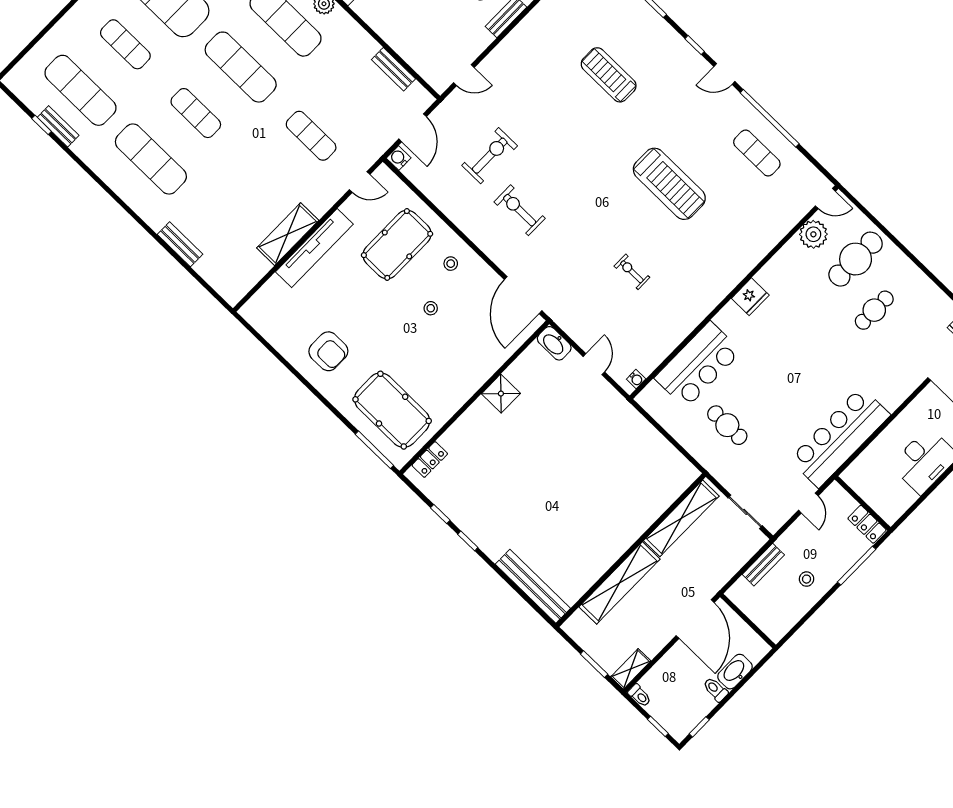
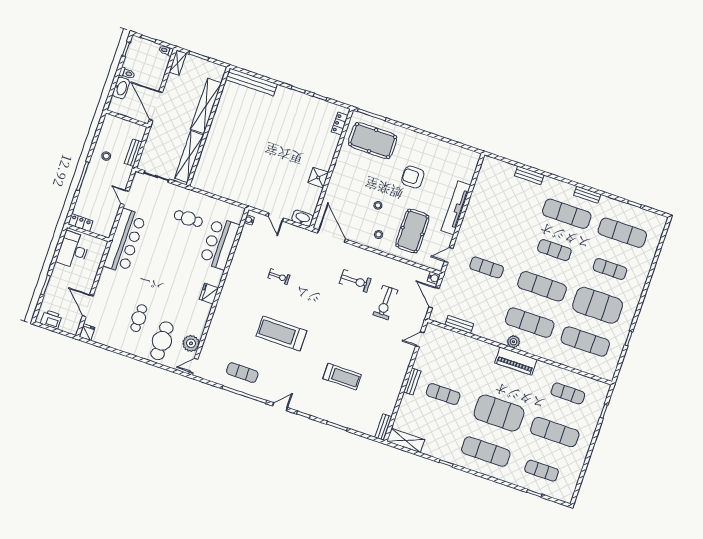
bench: (58, 126) -> (587, 195), moved
shelving: (288, 234) -> (474, 208), removed
armchair: (328, 351) -> (413, 177), moved
wall: (863, 503) -> (88, 233), moved
locker: (867, 524) -> (80, 223), moved

